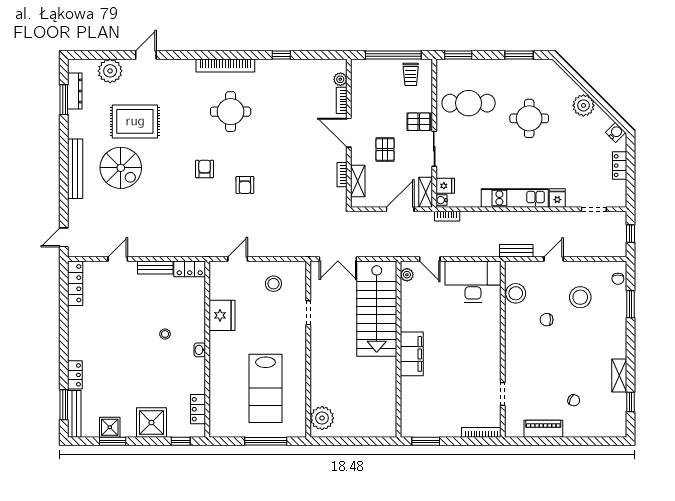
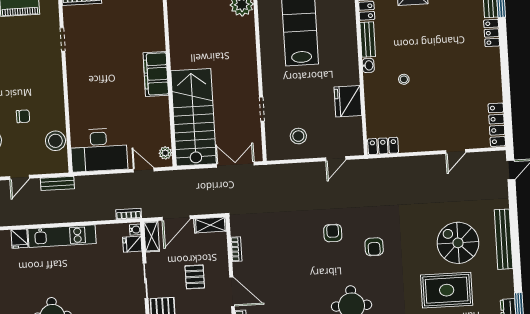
shelving: (358, 181) -> (210, 225), moved, turned 90
bench: (155, 268) -> (368, 40), moved, turned 90

